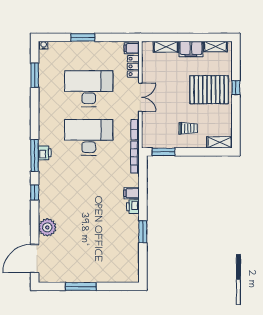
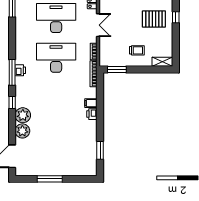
pallet: (209, 90) -> (154, 19), width x0.73, depth x0.71
plant: (48, 208) -> (23, 115), added
window: (143, 232) -> (100, 150), moved

